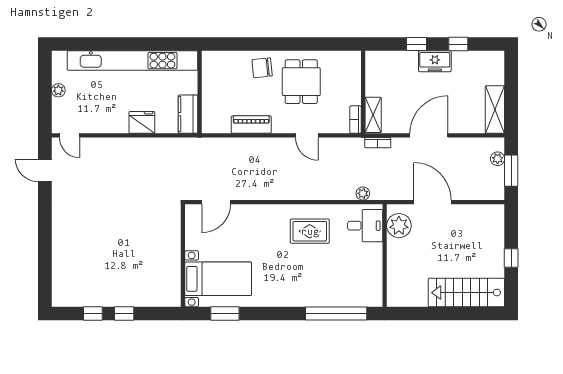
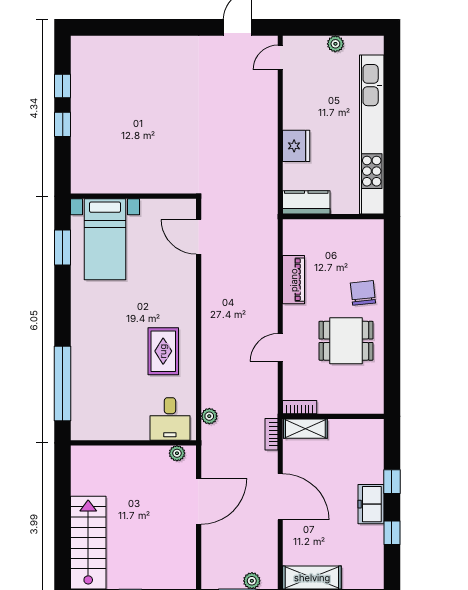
plant: (399, 226) -> (177, 453), width x0.53, depth x0.53

